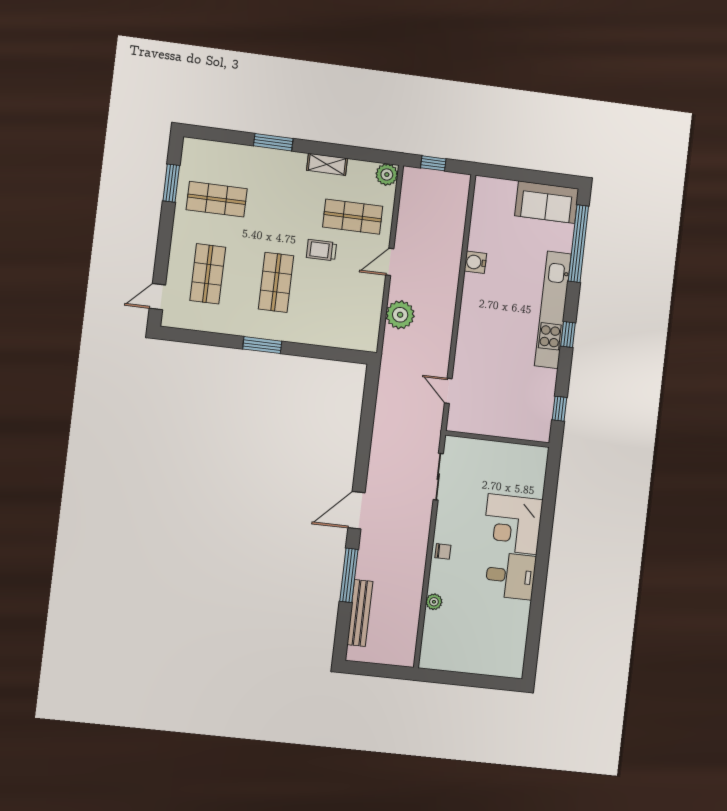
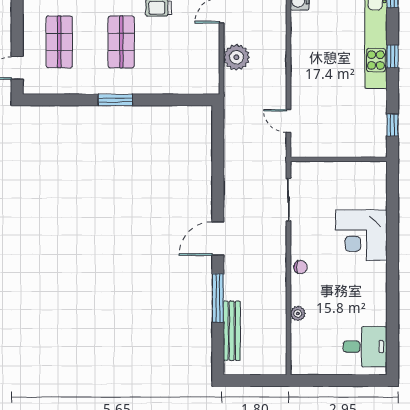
desk: (510, 576) -> (365, 347), moved

